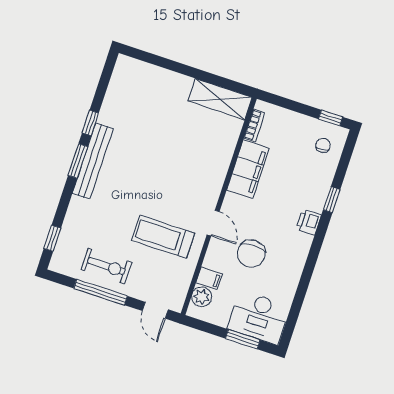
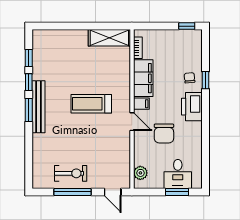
chair: (323, 145) -> (189, 78), moved
printer: (309, 222) -> (192, 107), width x1.87, depth x1.48
treadmill: (163, 237) -> (91, 104), moved
window: (52, 238) -> (29, 58), moved
filing cabinet: (209, 278) -> (141, 104), moved
desk: (259, 317) -> (178, 174), width x0.73

